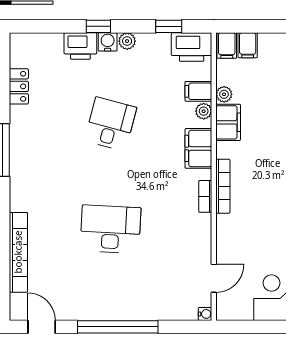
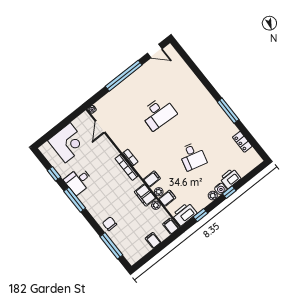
filing cabinet: (248, 45) -> (153, 240), moved
filing cabinet: (198, 148) -> (152, 179), width x0.50
bookcase: (18, 252) -> (189, 74), removed

